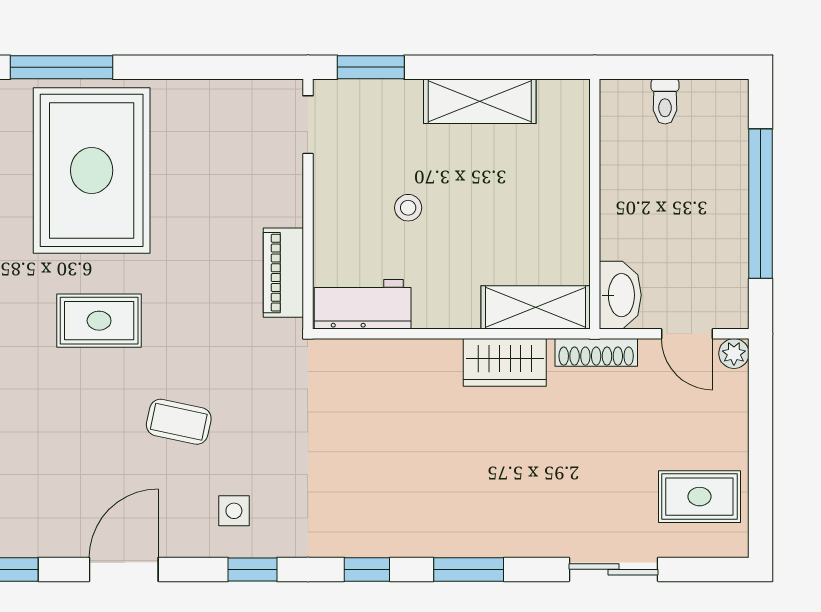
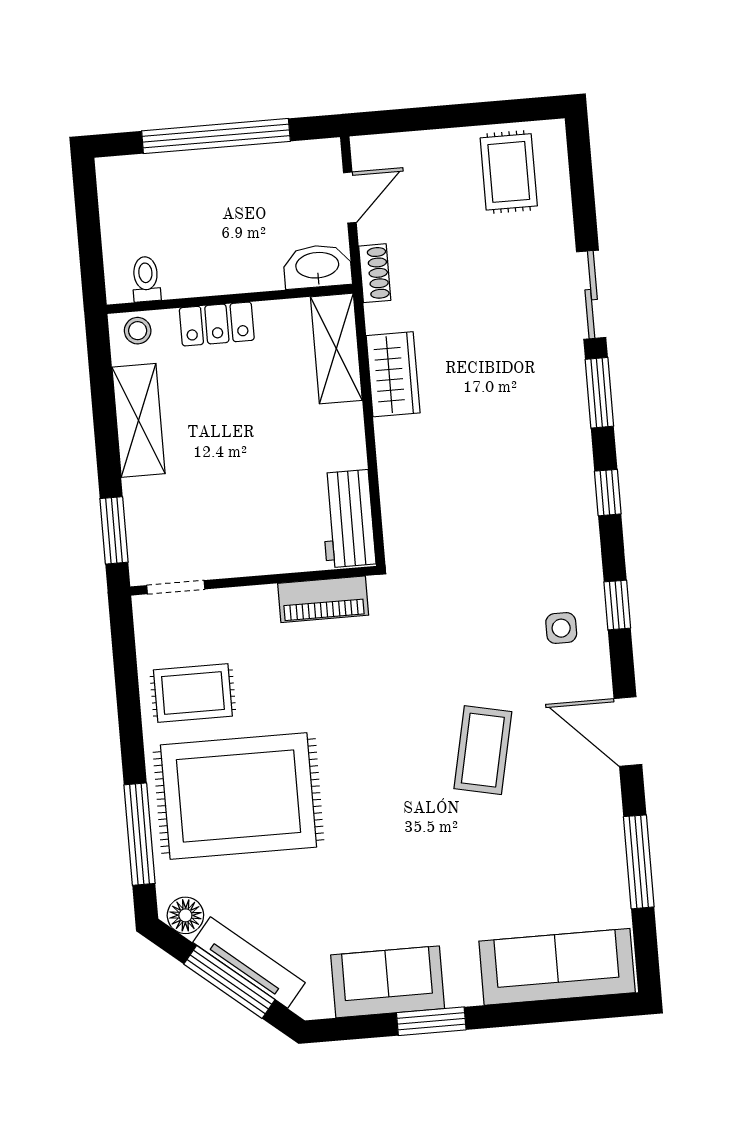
toilet: (665, 101) -> (146, 279), moved, turned -90
locker: (571, 189) -> (217, 324), added
stool: (408, 208) -> (138, 331), moved
rug: (99, 321) -> (193, 693), moved, turned 90
shoe rack: (596, 352) -> (375, 273), width x0.70
plant: (734, 354) -> (365, 150), removed
coffee table: (179, 422) -> (483, 750), moved, width x1.36, depth x1.30
sliding door: (614, 569) -> (591, 295), moved

